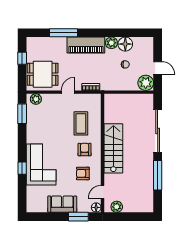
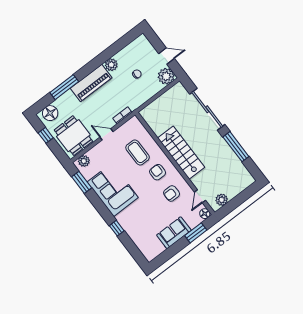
floor lamp: (125, 44) -> (50, 113), moved
dining table: (43, 74) -> (73, 136), turned 90
door: (68, 92) -> (107, 134), hinge flipped
corner sofa: (41, 165) -> (113, 190), moved

